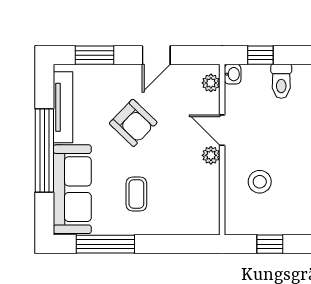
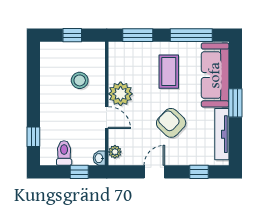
window: (95, 55) -> (199, 172), width x0.67
window: (44, 151) -> (235, 103), width x0.47
plant: (211, 155) -> (121, 94), width x1.88, depth x1.88
coffee table: (136, 194) -> (169, 72), width x1.36, depth x1.30
window: (179, 244) -> (138, 35), added

